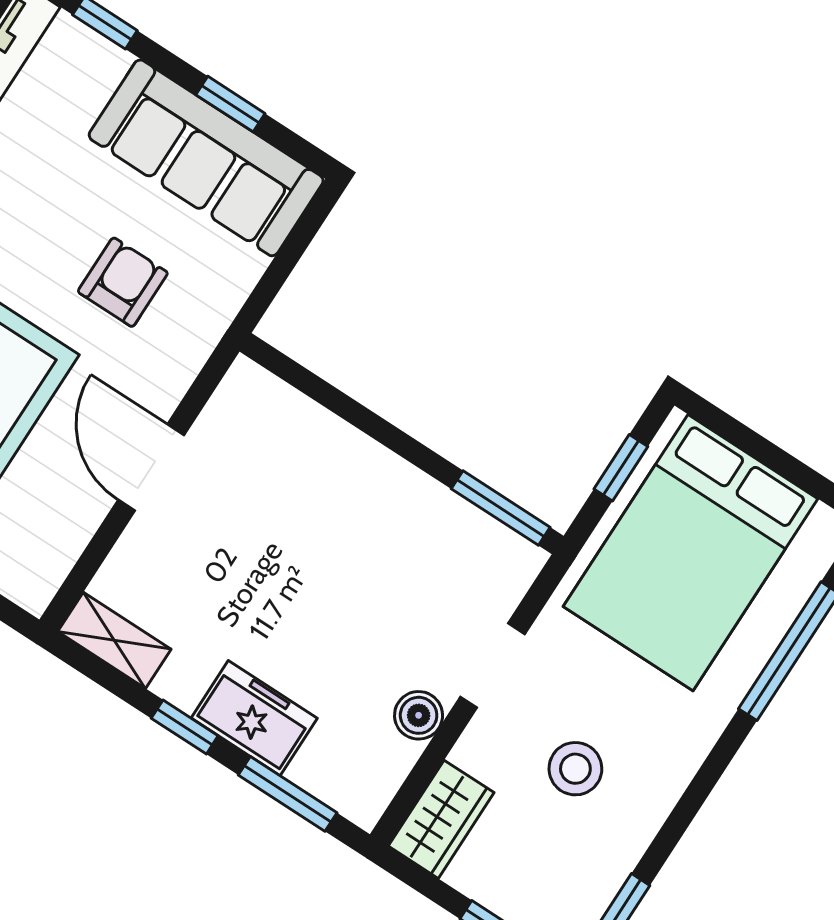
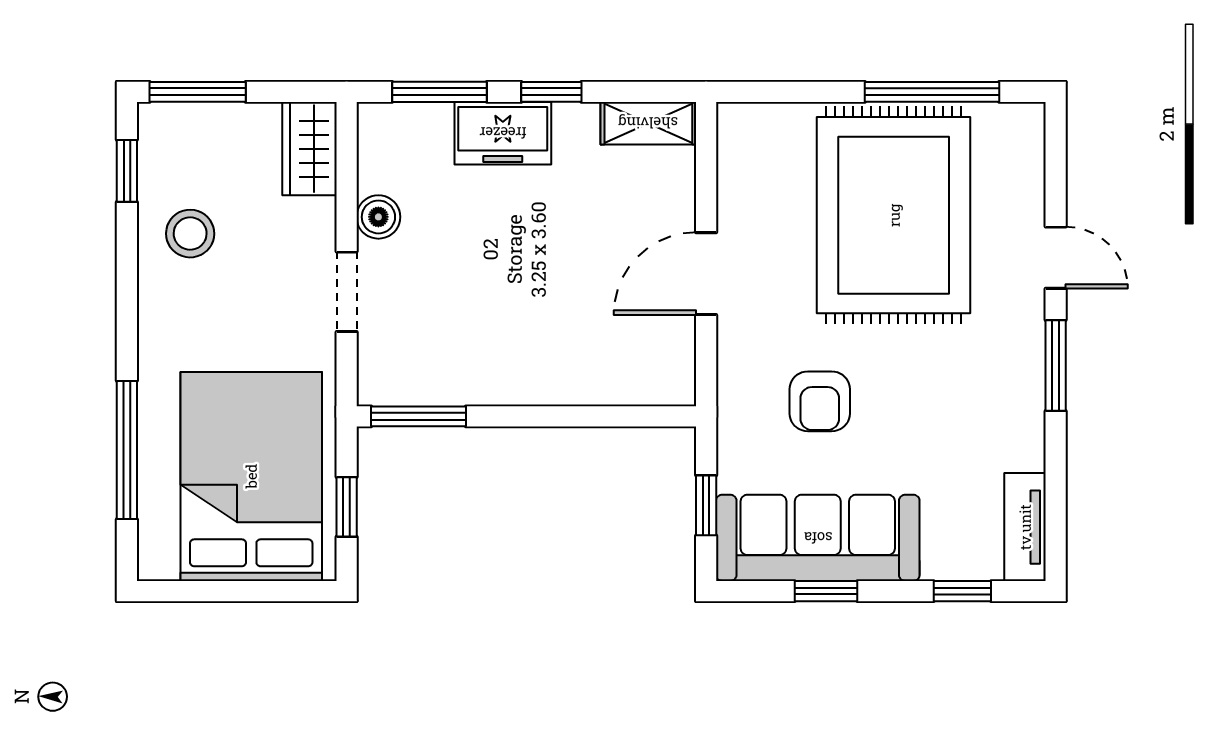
window: (290, 254) -> (706, 505), added
door: (151, 468) -> (706, 274), swing flipped
stool: (575, 769) -> (190, 234), moved

